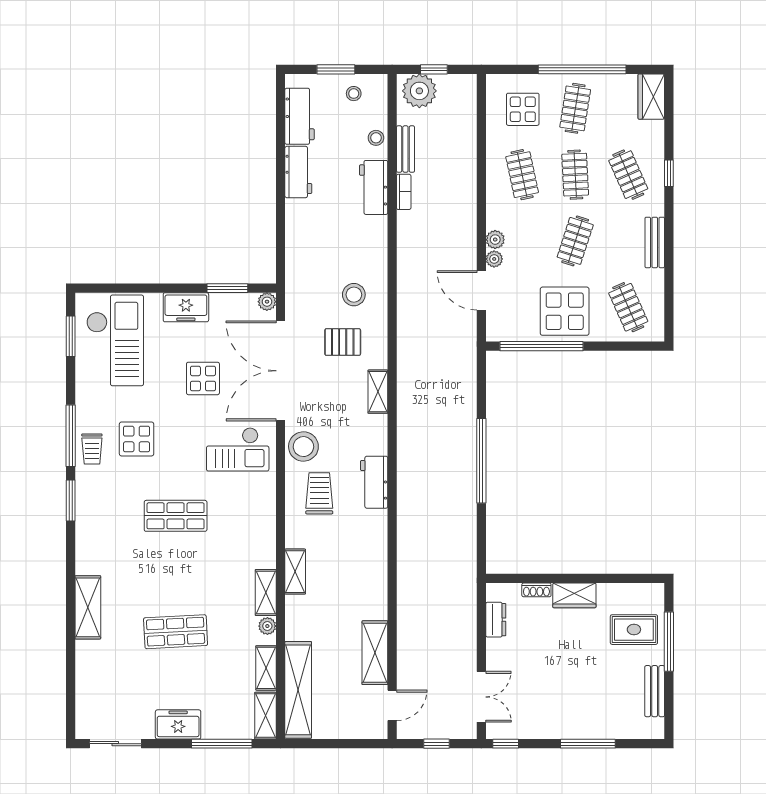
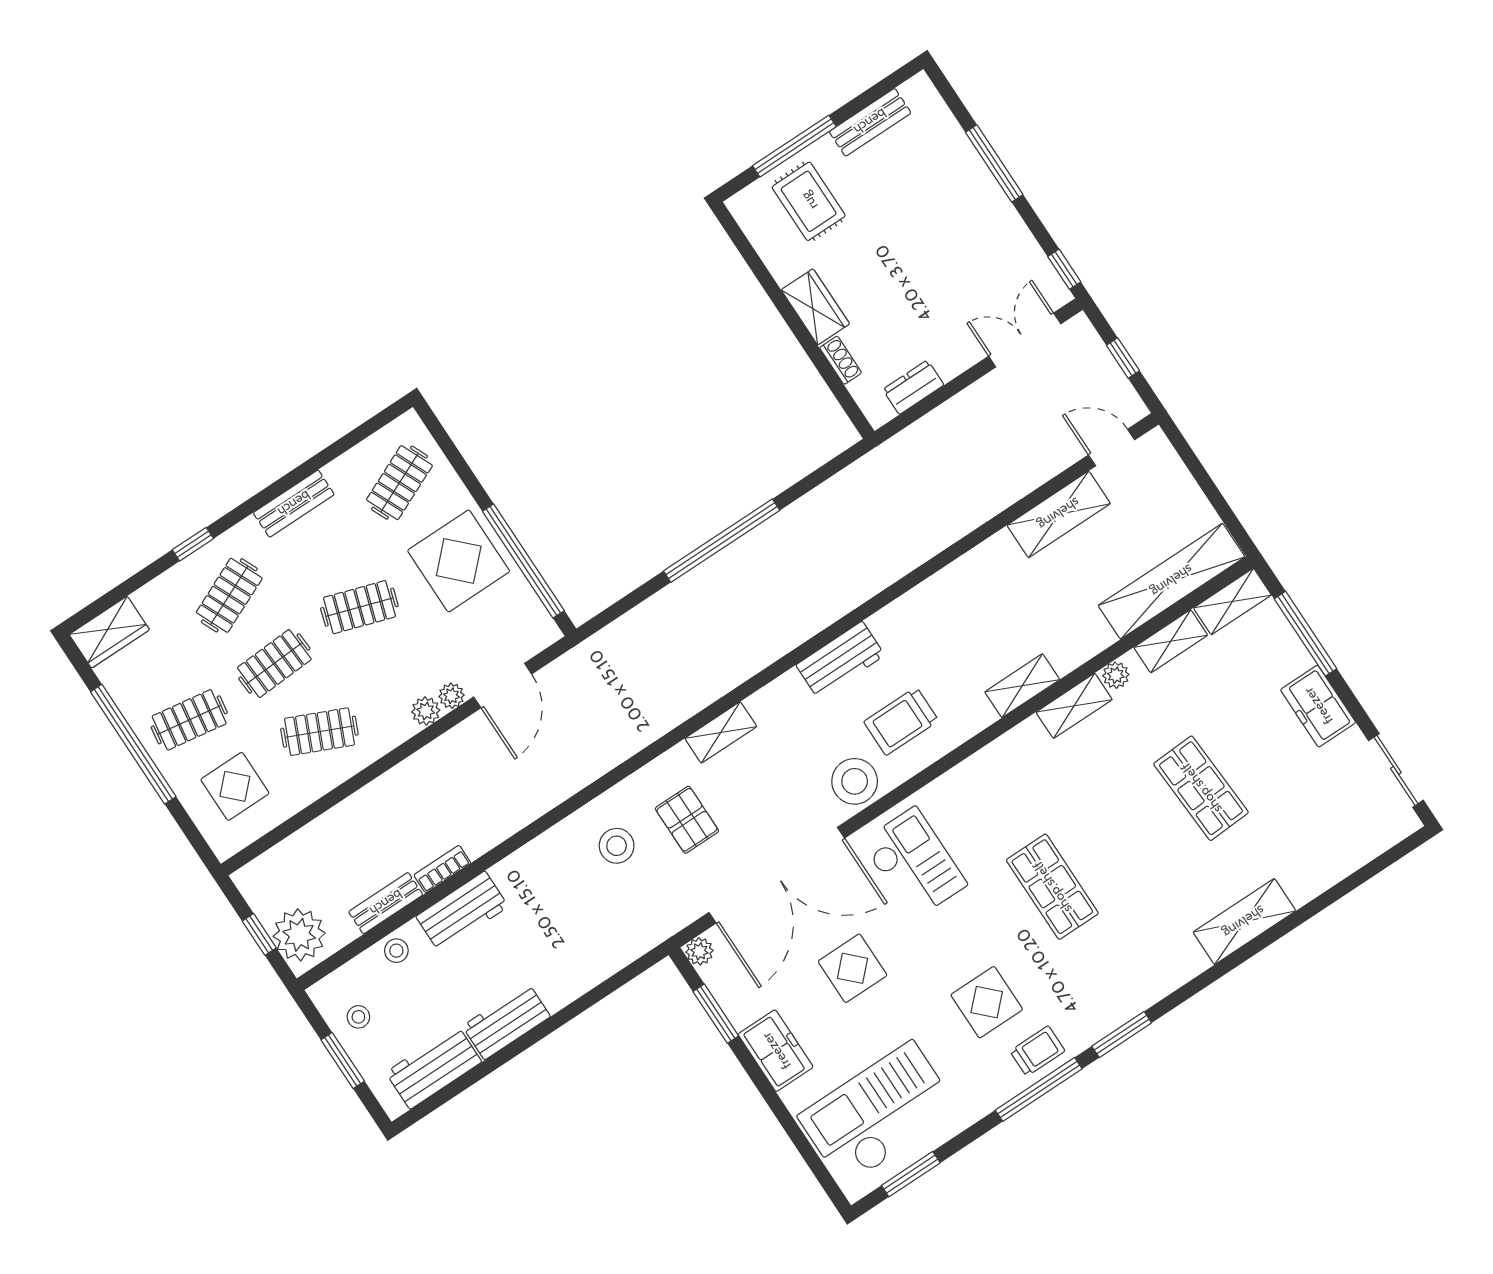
clothes rail: (522, 175) -> (319, 732), turned 36

